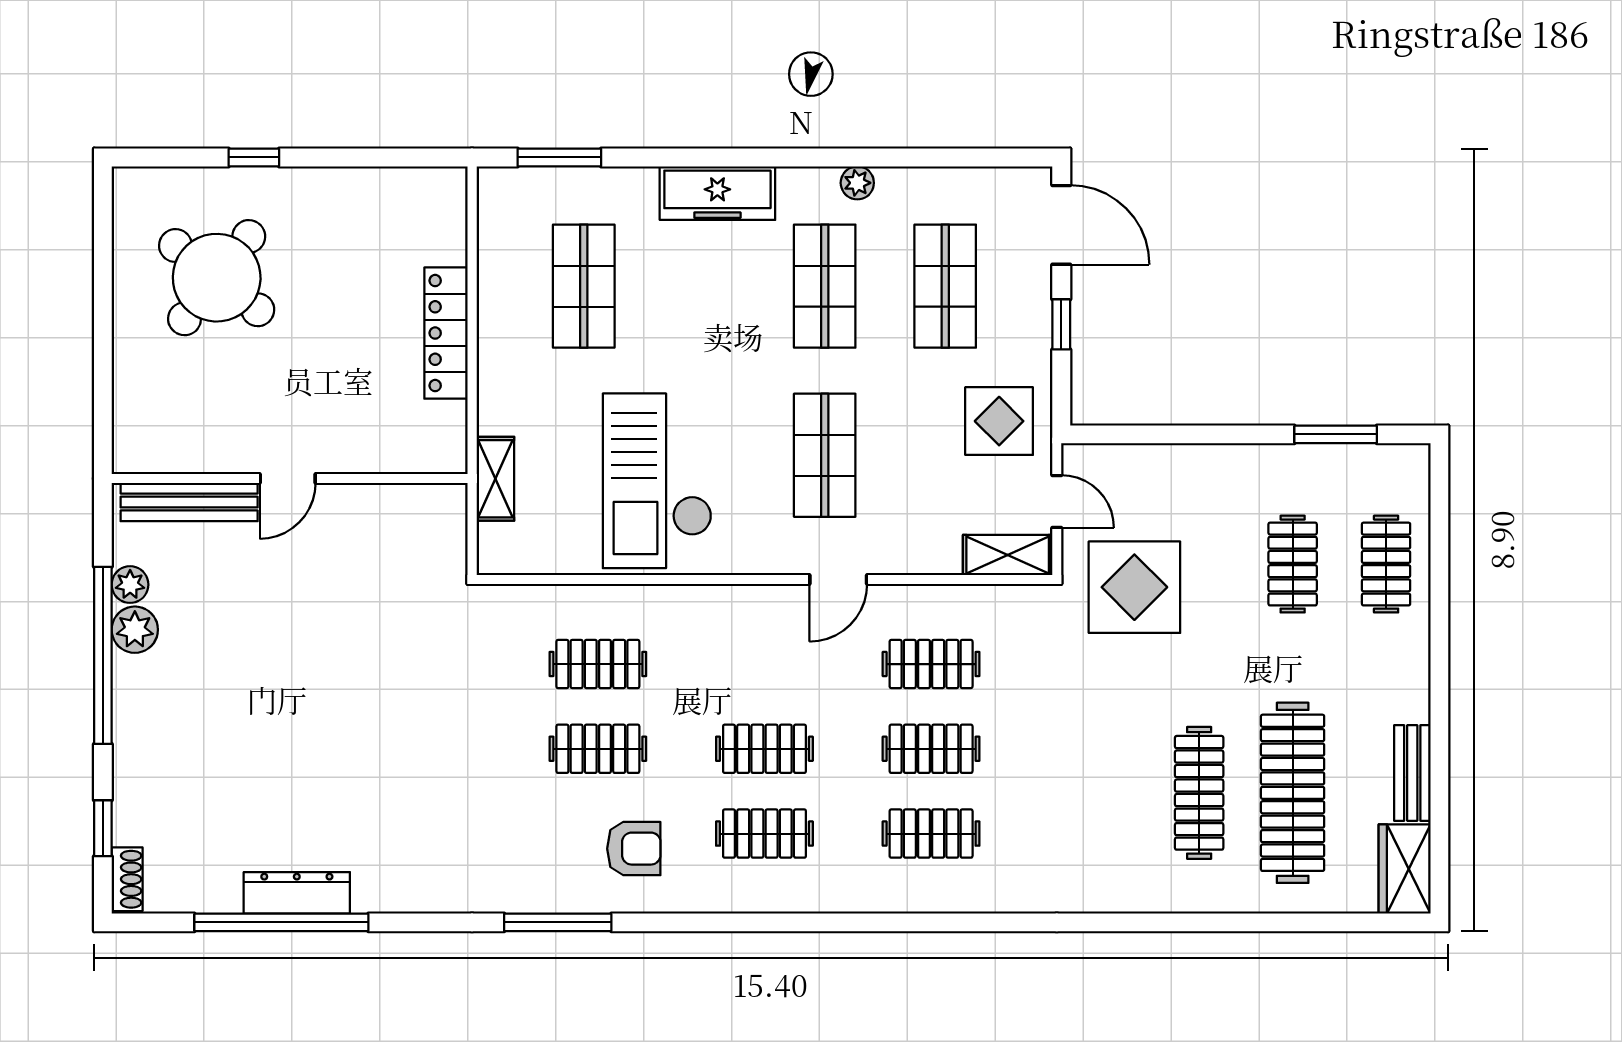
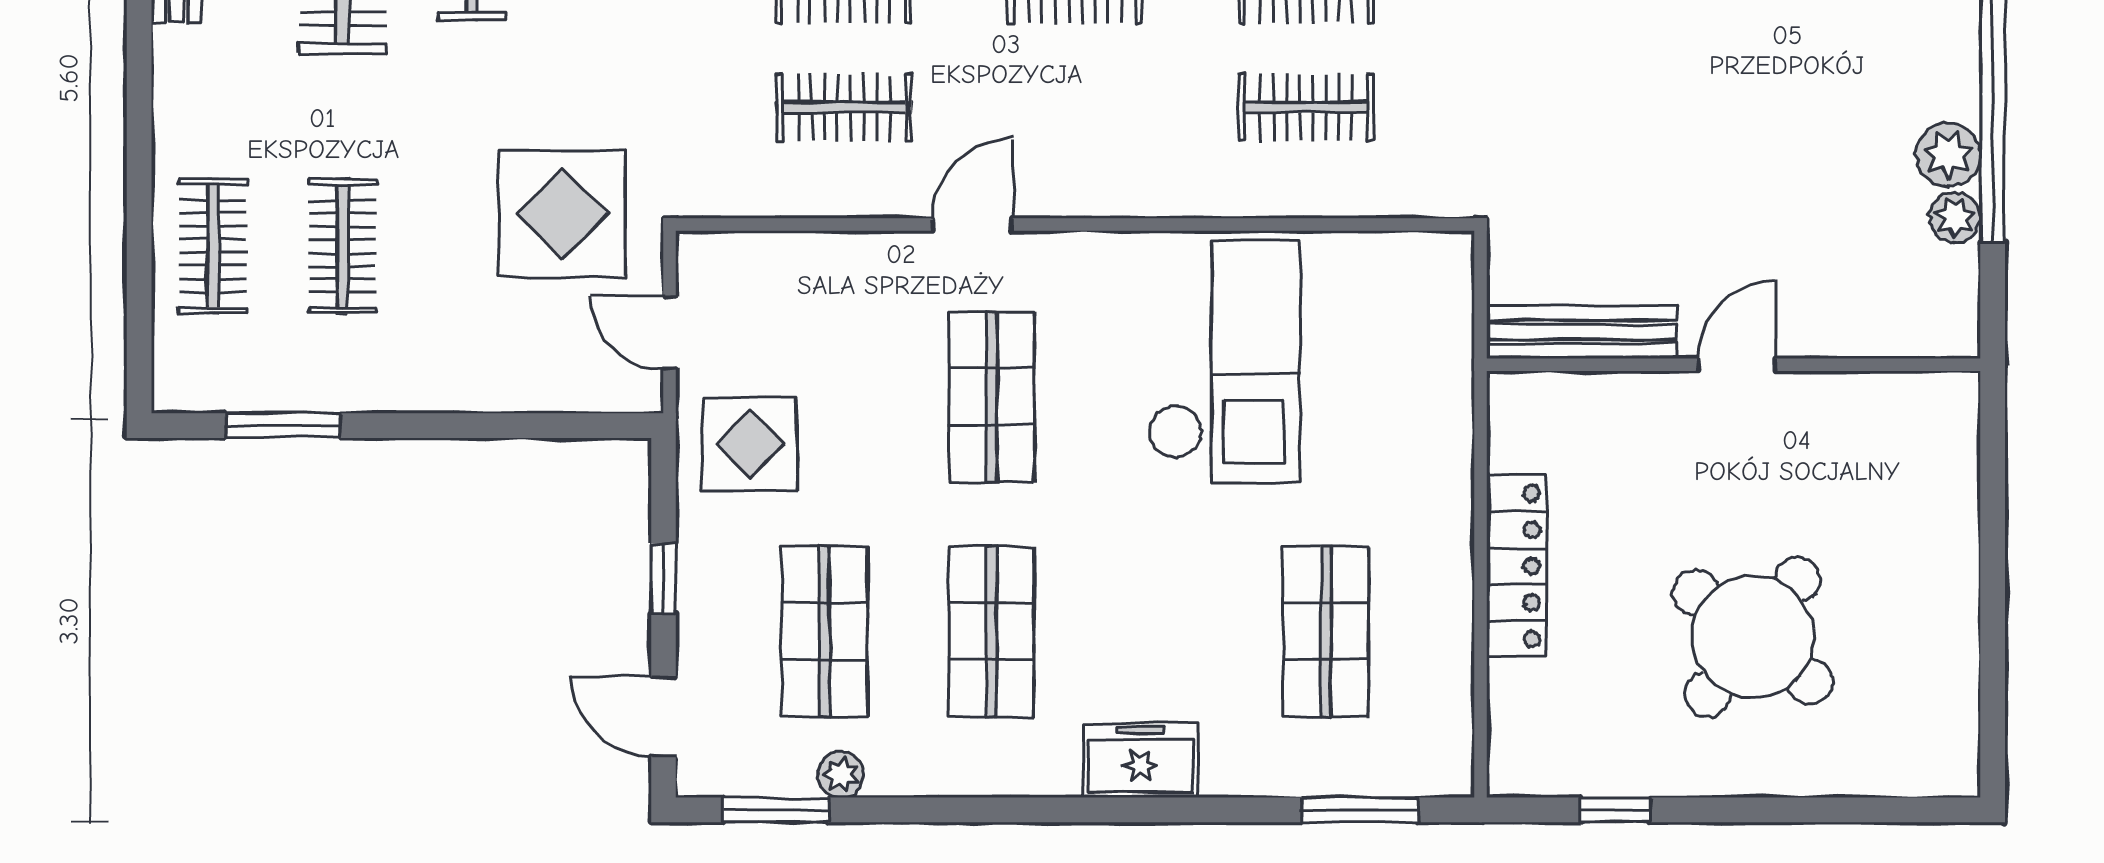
window: (254, 157) -> (1615, 810), moved
window: (980, 157) -> (776, 810), added
plant: (857, 183) -> (841, 775), moved
freezer: (717, 193) -> (1140, 760), width x0.71
door: (1061, 225) -> (663, 716), width x0.73
round table: (217, 278) -> (1753, 637), moved
shelving: (495, 479) -> (1448, 364), removed
bench: (189, 502) -> (1582, 332), moved
shelving: (1008, 555) -> (738, 259), removed

